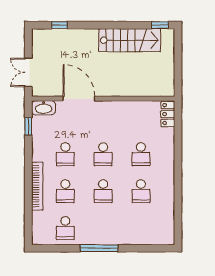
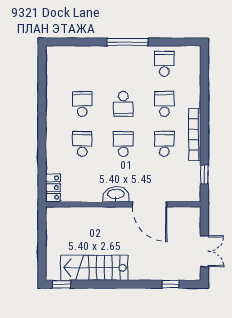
double door: (28, 72) -> (204, 251), moved
washbasin: (44, 108) -> (116, 194), moved
bookcase: (37, 186) -> (195, 134), moved
school desk: (103, 191) -> (123, 104), turned 180

